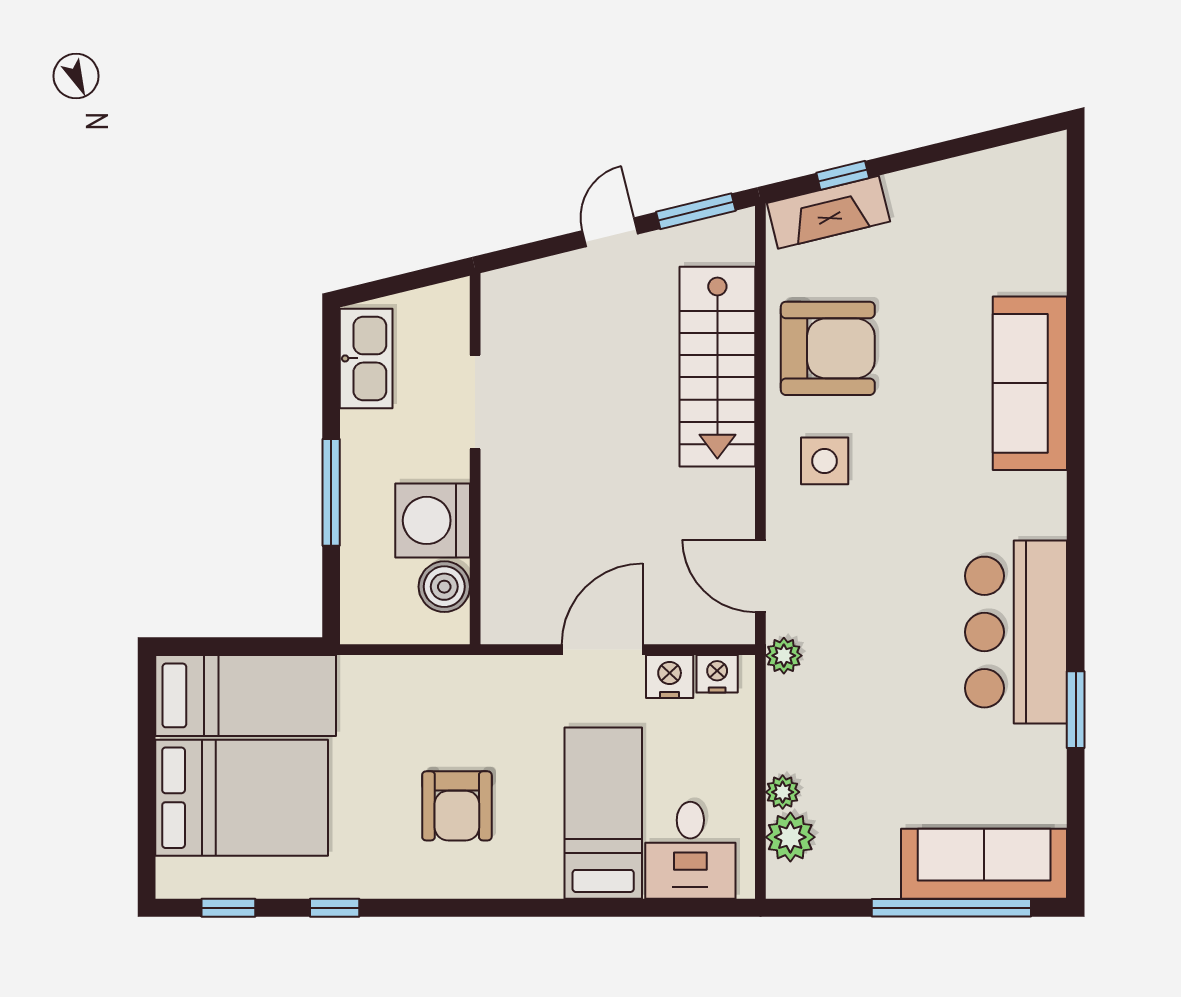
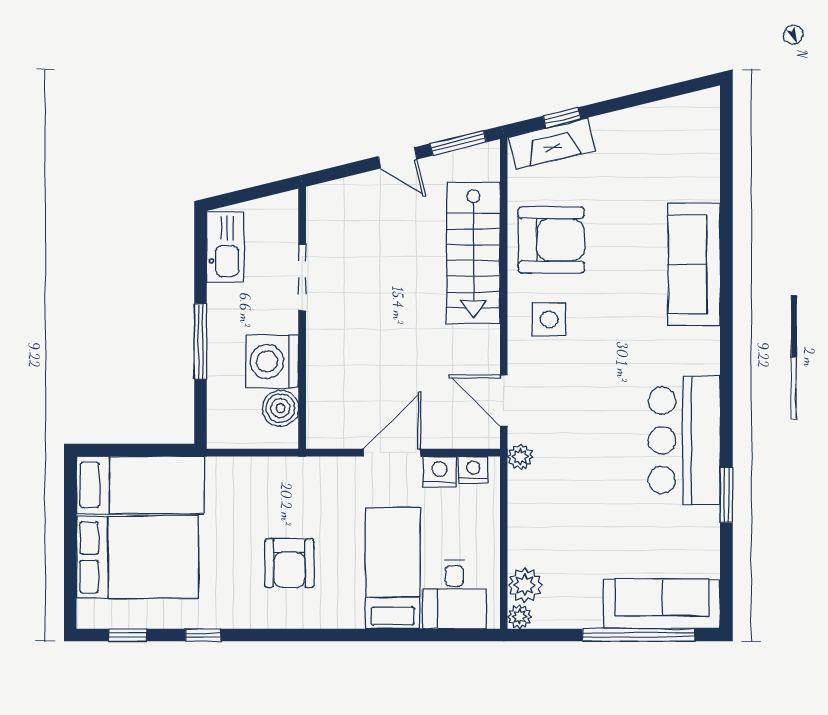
door: (610, 232) -> (398, 158), swing flipped
plant: (783, 792) -> (519, 617), moved

